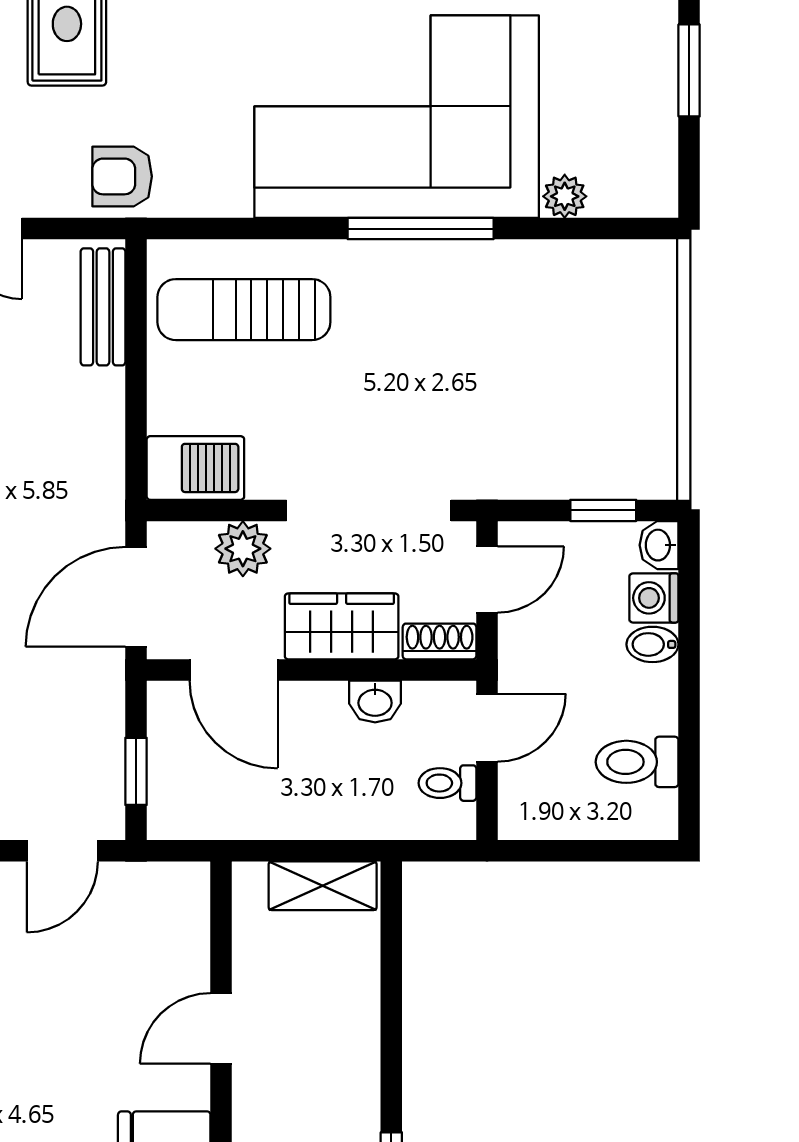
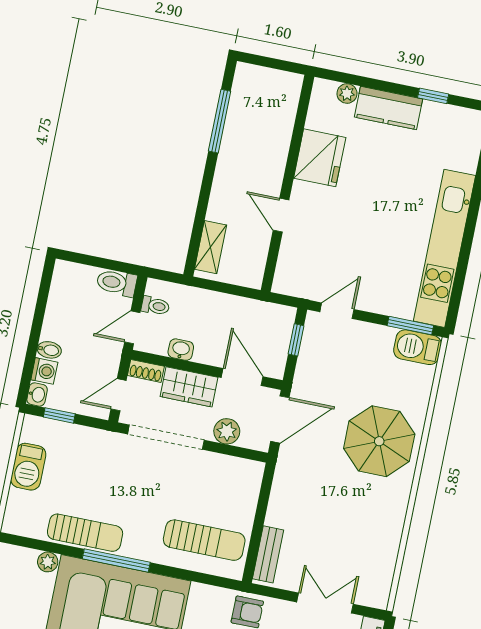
sun lounger: (498, 274) -> (85, 533), added
barbecue: (195, 468) -> (28, 467), moved, turned -90
toilet: (637, 762) -> (117, 283), moved, turned 180
shelving: (323, 886) -> (211, 247), moved, turned 90
door: (221, 1028) -> (281, 215), swing flipped

